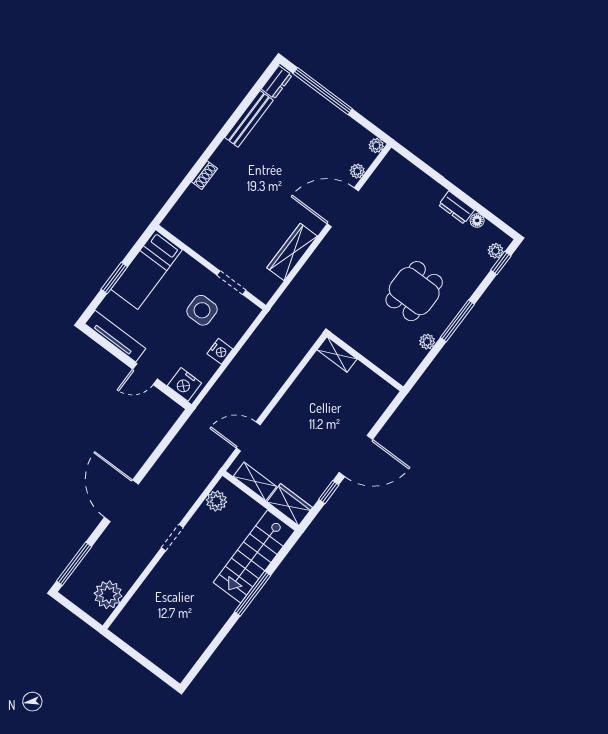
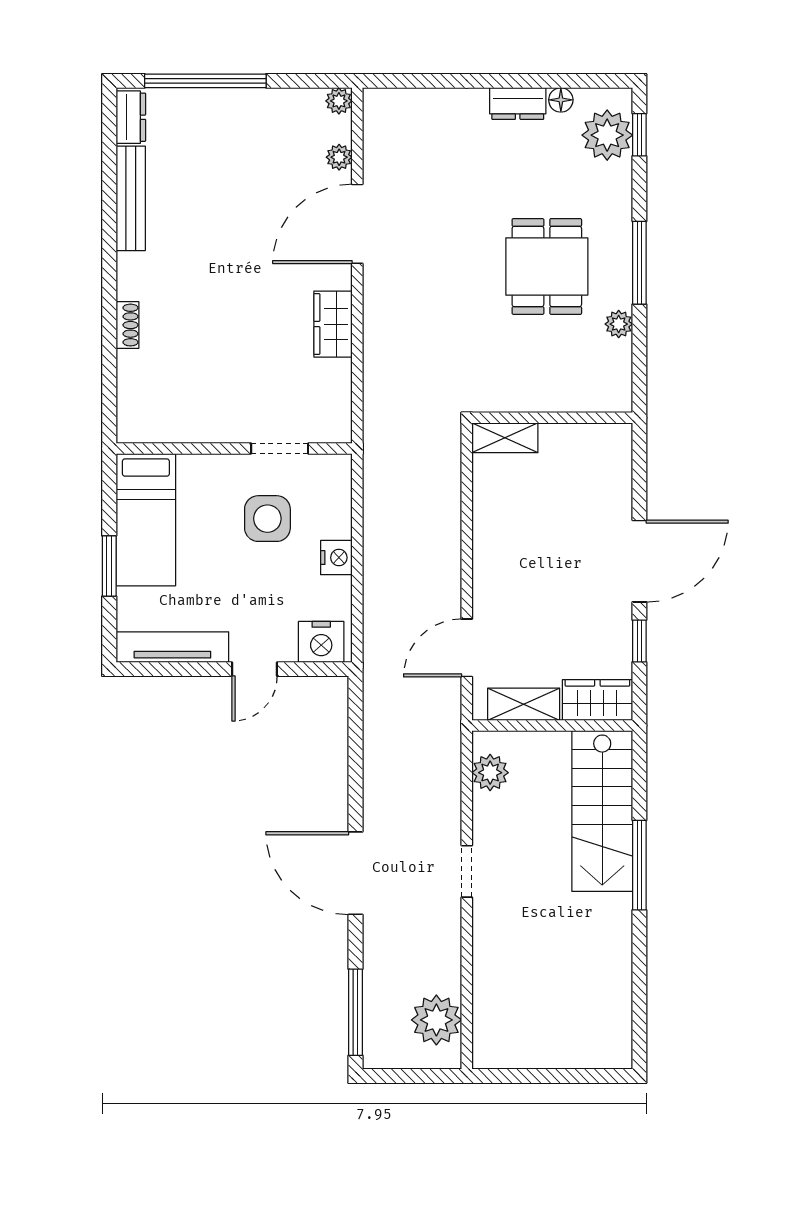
plant: (496, 251) -> (607, 135), width x1.88, depth x1.88
wardrobe: (292, 252) -> (333, 324), width x0.67

